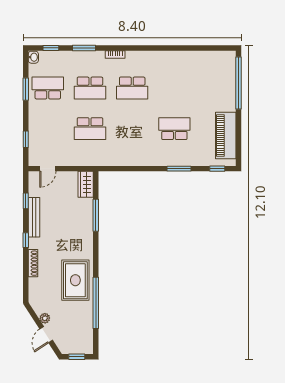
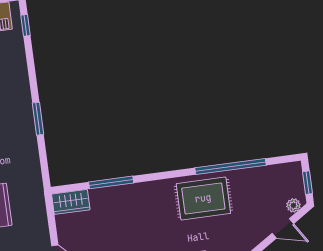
window: (179, 169) -> (38, 119), moved
plant: (45, 318) -> (293, 205), moved

